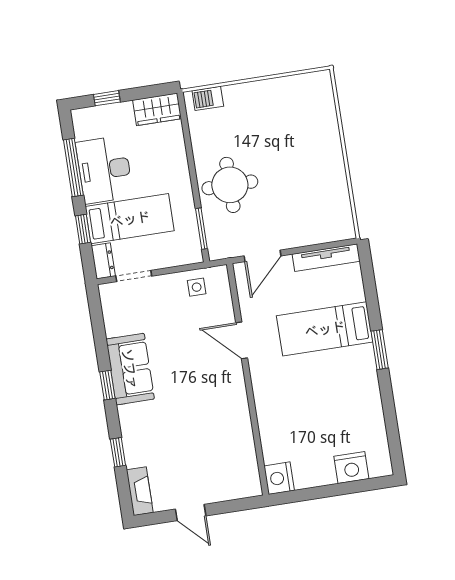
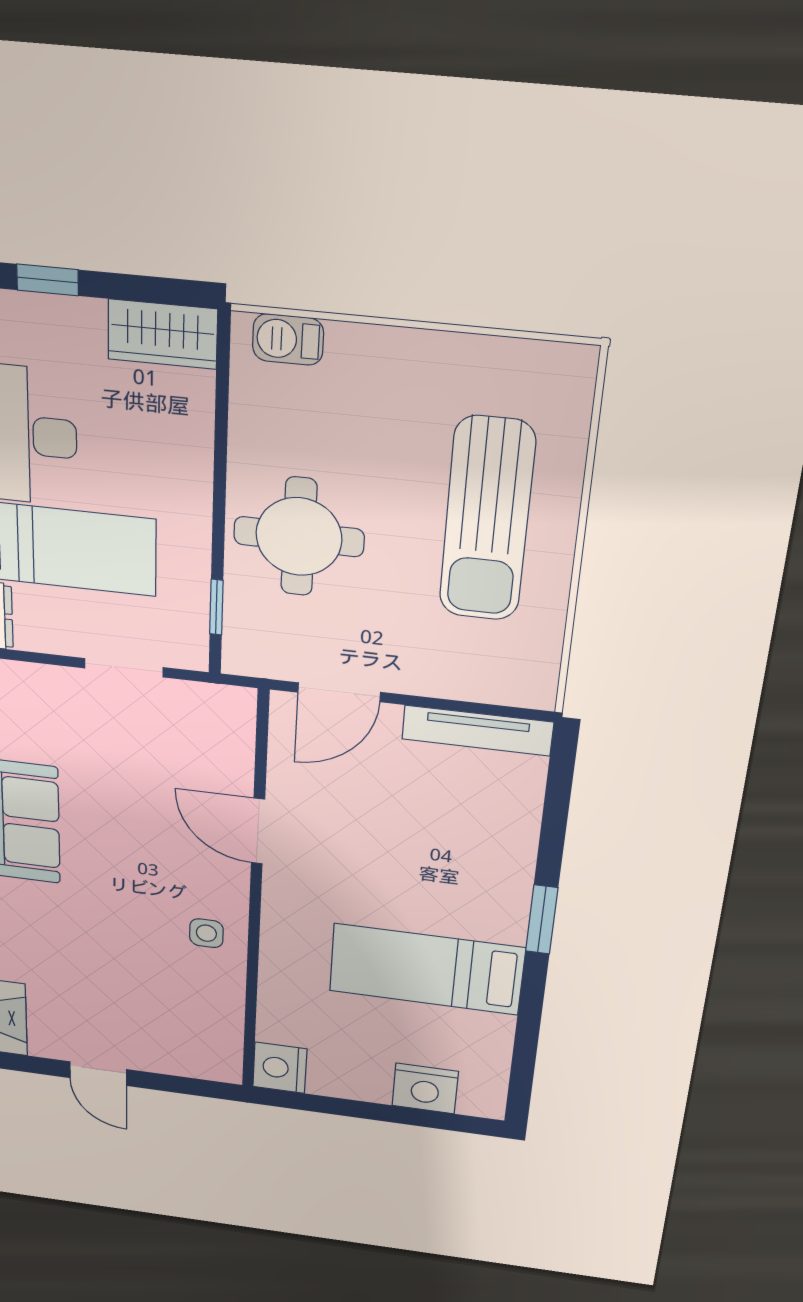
sun lounger: (305, 156) -> (487, 520), added
window: (201, 229) -> (216, 607), width x0.67
doorway: (134, 276) -> (124, 668), moved
side table: (197, 287) -> (206, 933), moved
bed: (325, 329) -> (426, 969), moved

